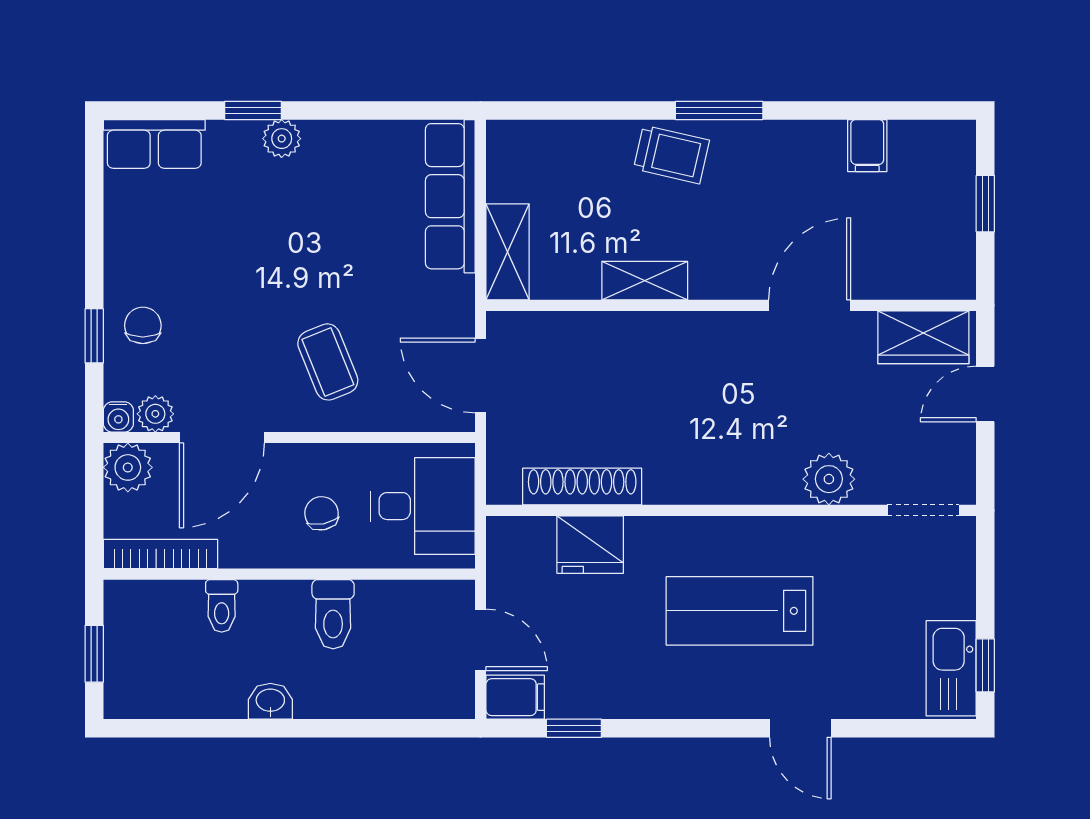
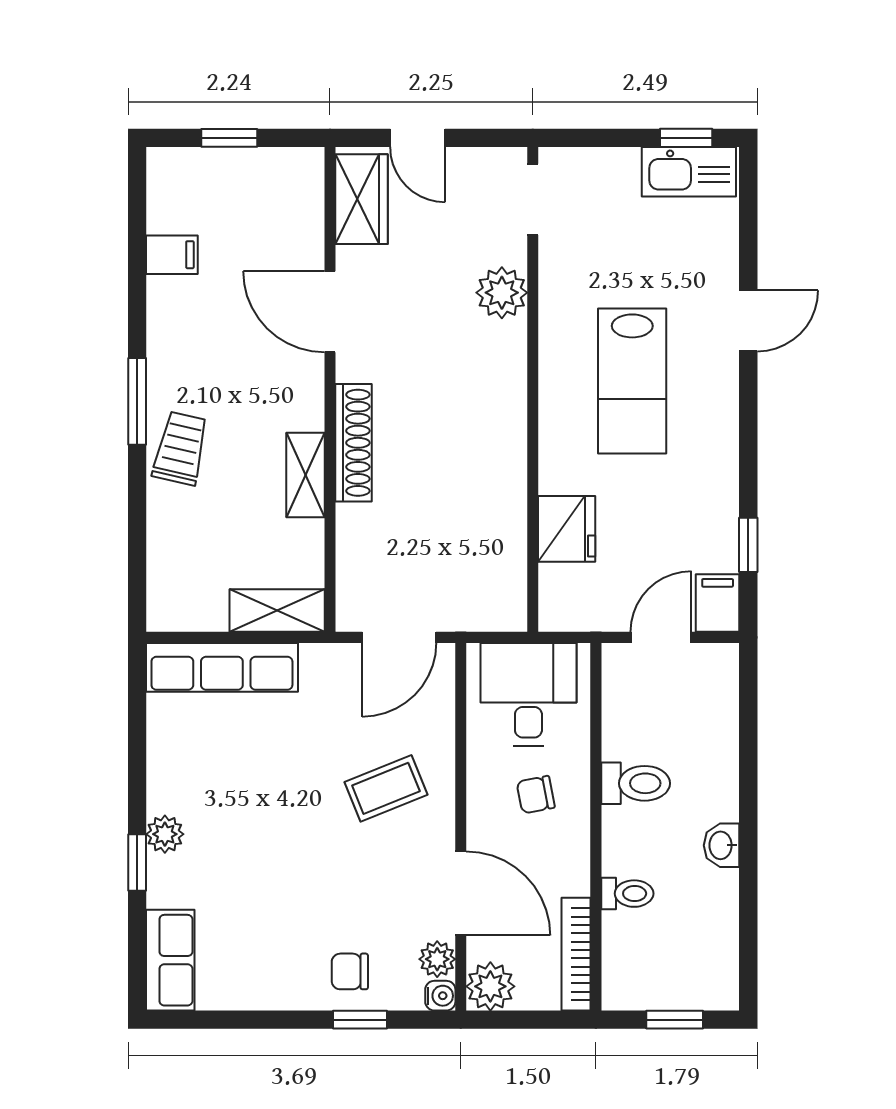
shoe rack: (582, 487) -> (354, 443), moved, turned 180

